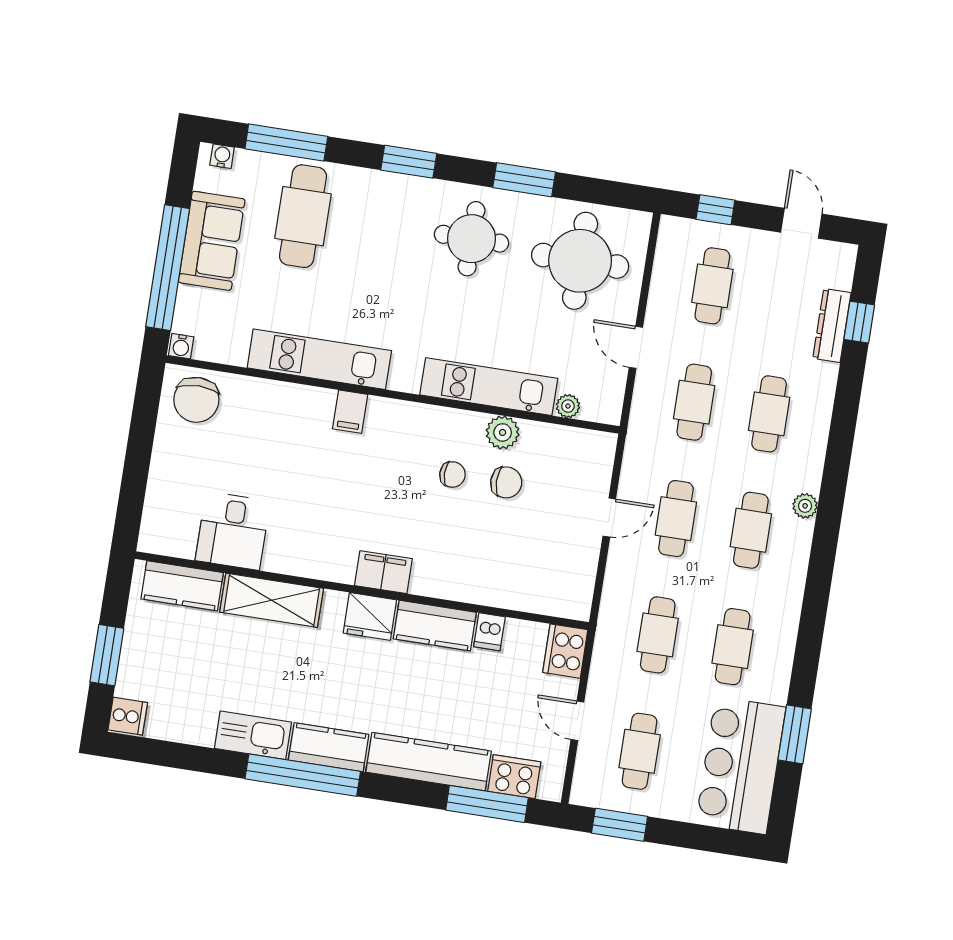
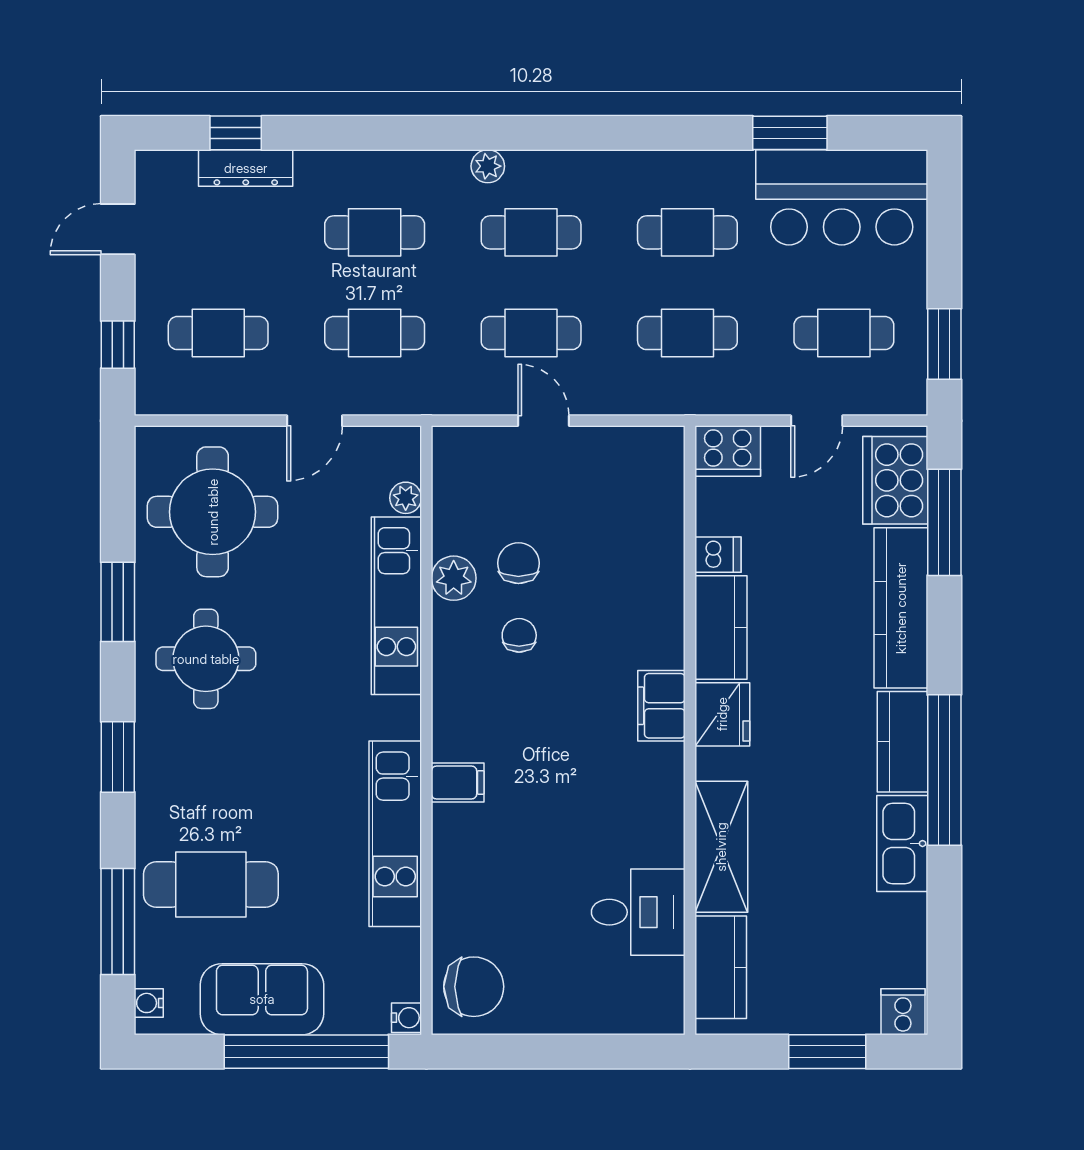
cooker: (514, 777) -> (895, 480), width x1.37, depth x1.31

